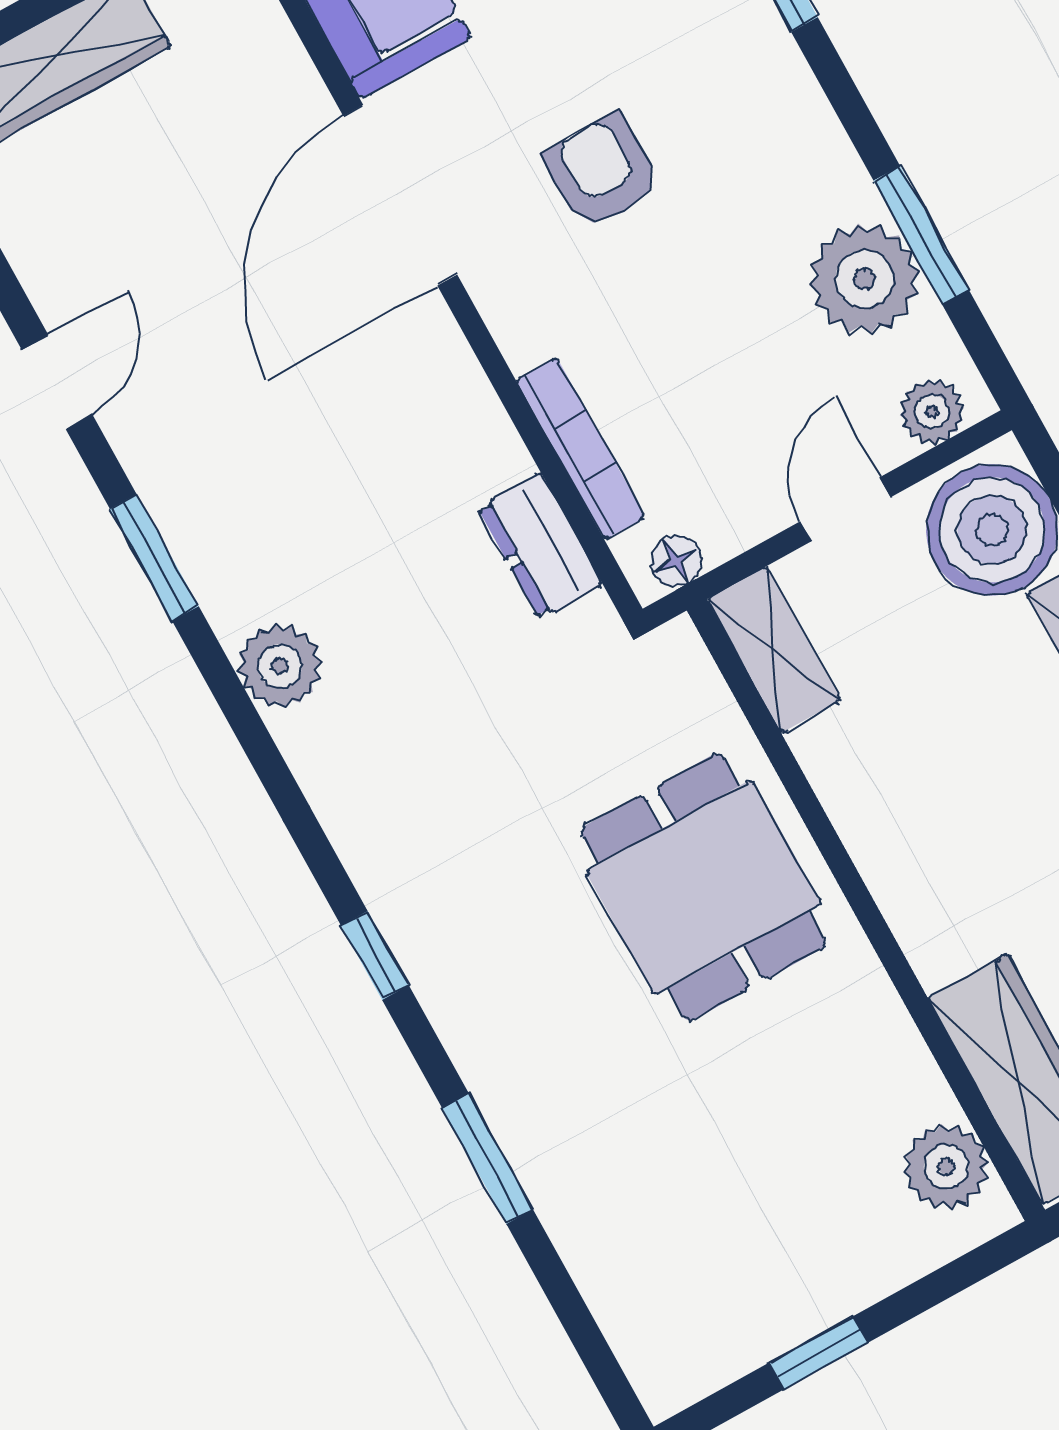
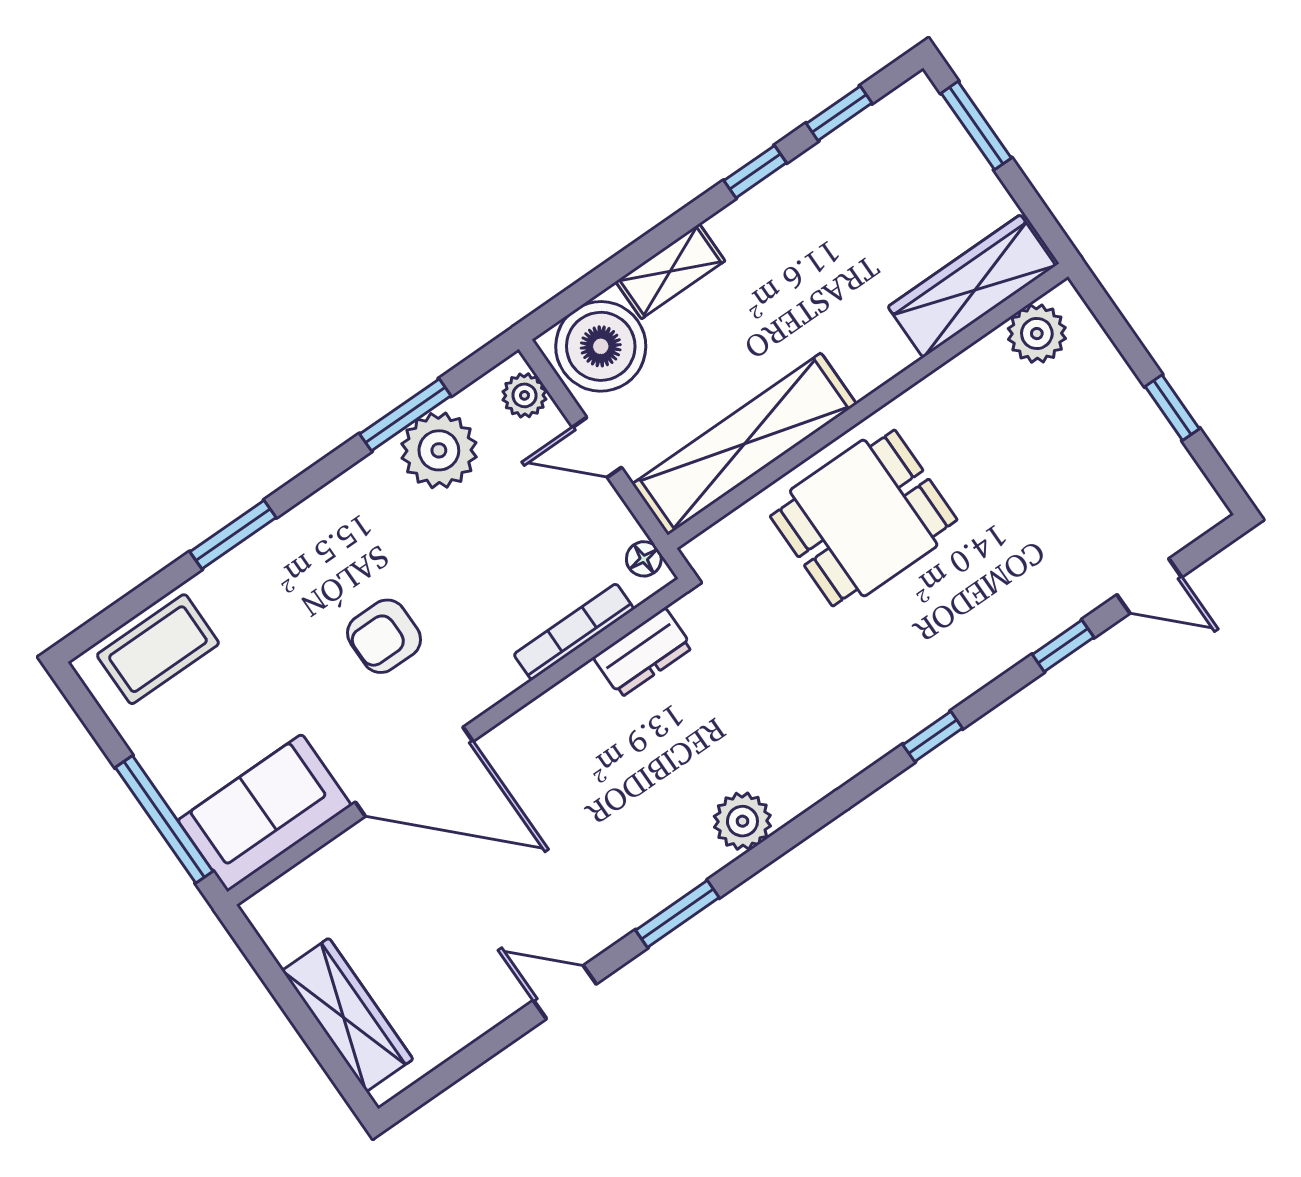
shelving: (774, 650) -> (744, 444), width x2.20, depth x1.33
window: (487, 1159) -> (1063, 646), width x0.67
door: (562, 1293) -> (1149, 586), added

